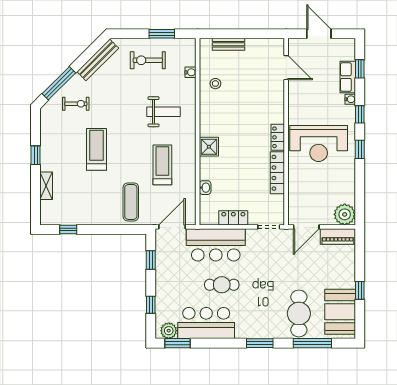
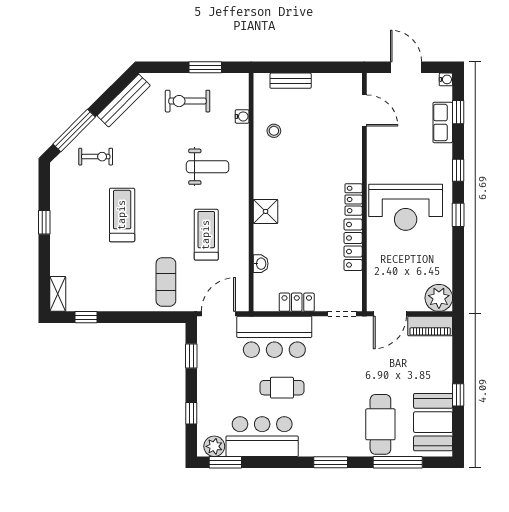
water cooler: (350, 99) -> (446, 79), moved
shelving: (46, 186) -> (58, 294), moved

